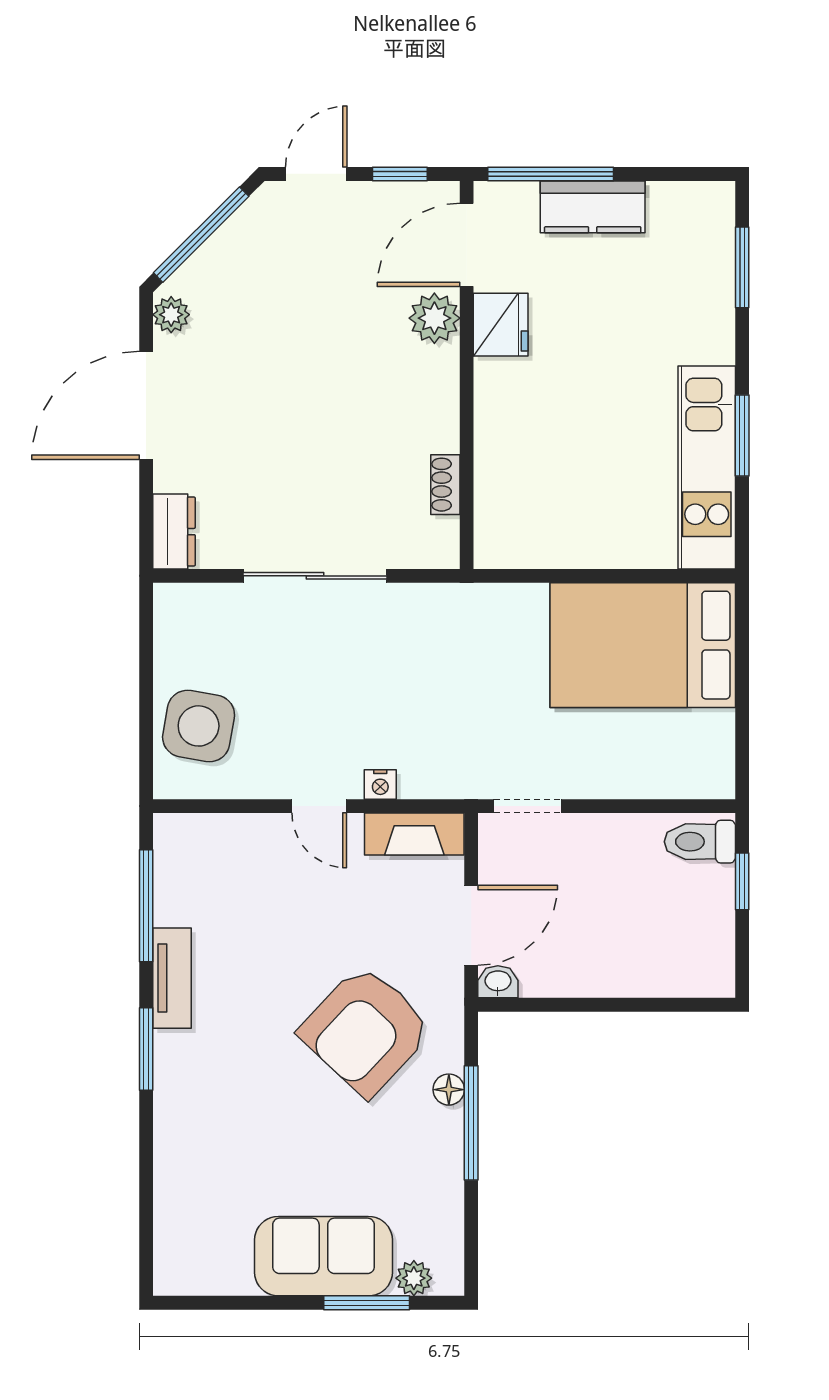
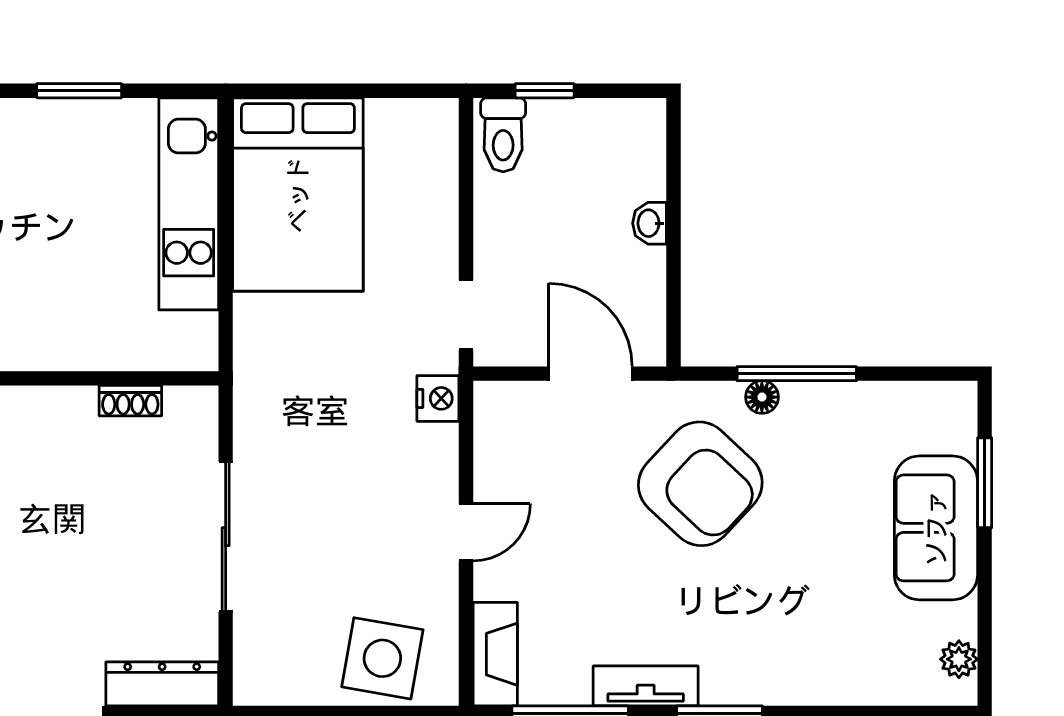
kitchen unit: (707, 468) -> (189, 204), moved, turned 90
dresser: (174, 532) -> (162, 684), width x1.44
nightstand: (380, 784) -> (438, 398), moved, width x1.39, depth x1.35
fireplace: (414, 834) -> (495, 654), moved
washbasin: (498, 982) -> (649, 223), moved
plant: (414, 1278) -> (959, 659), moved

